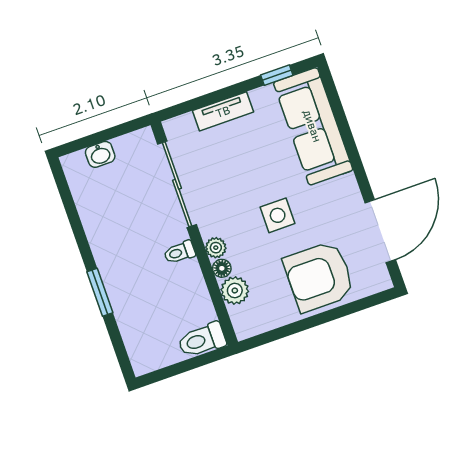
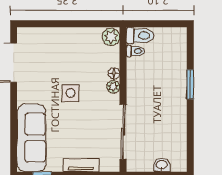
toilet: (179, 252) -> (135, 51), moved
armchair: (319, 277) -> (59, 49), removed
plant: (235, 290) -> (111, 37), moved

